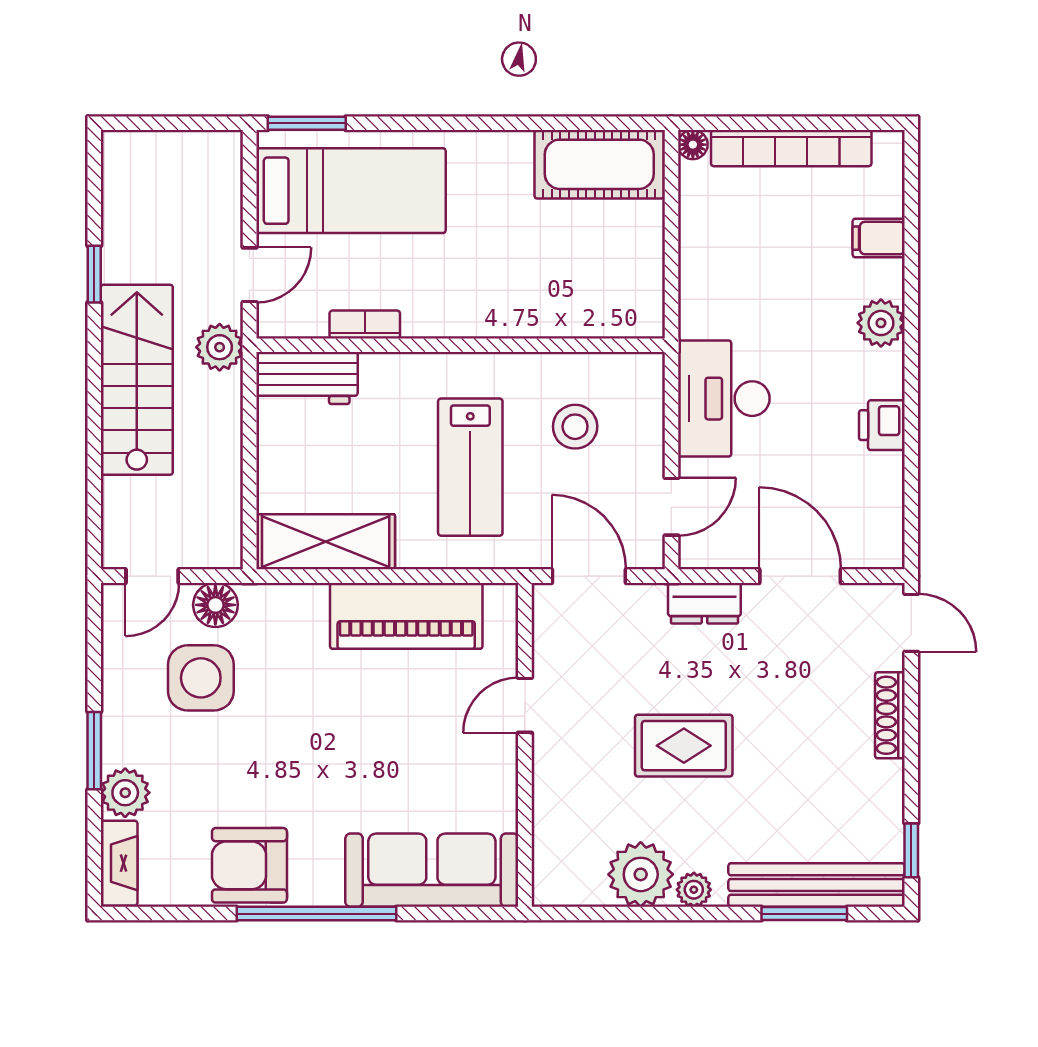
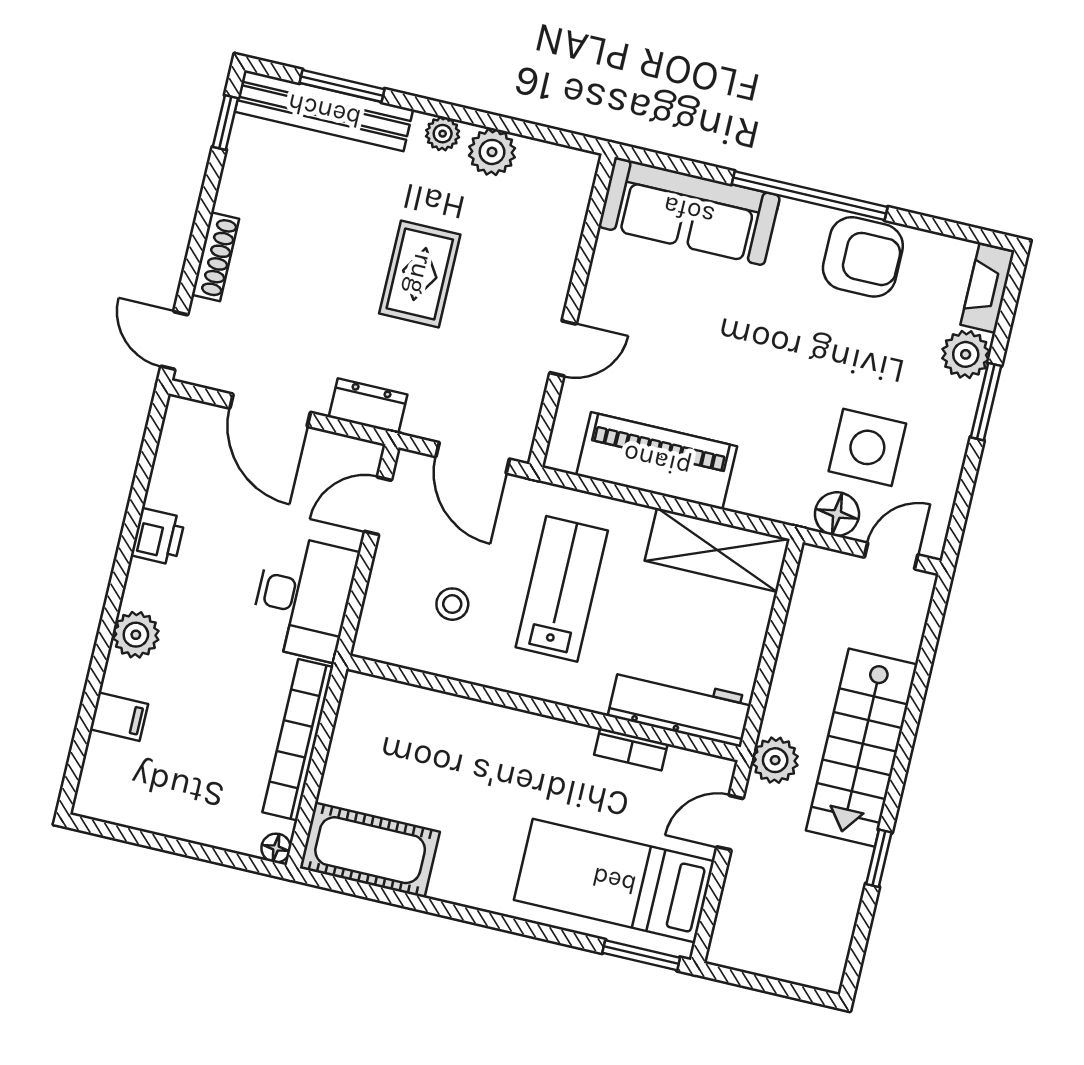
bookcase: (791, 148) -> (298, 740), moved, turned -90
workbench: (307, 378) -> (680, 707), width x1.38
stool: (575, 427) -> (452, 604), width x0.73, depth x0.73
rug: (684, 746) -> (420, 274), turned 90
plant: (641, 874) -> (492, 152), width x0.73, depth x0.73

